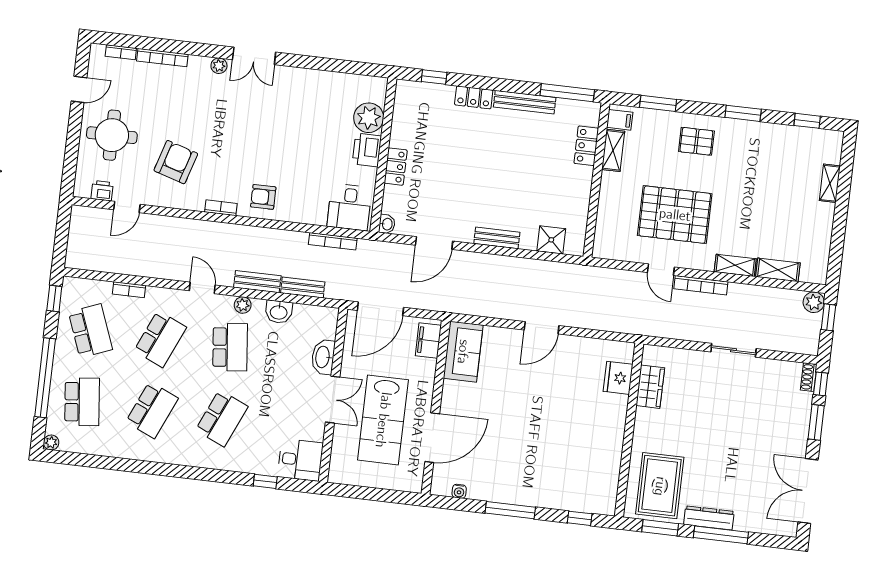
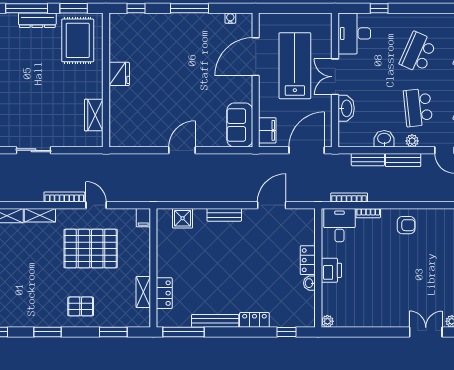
plant: (369, 118) -> (327, 321), moved, width x0.53, depth x0.53
filing cabinet: (620, 120) -> (143, 218), moved, turned -90
bookcase: (221, 208) -> (368, 213), moved
washbasin: (387, 224) -> (309, 283), moved
fridge: (618, 378) -> (119, 74), moved
desk: (300, 460) -> (354, 33), width x1.37

